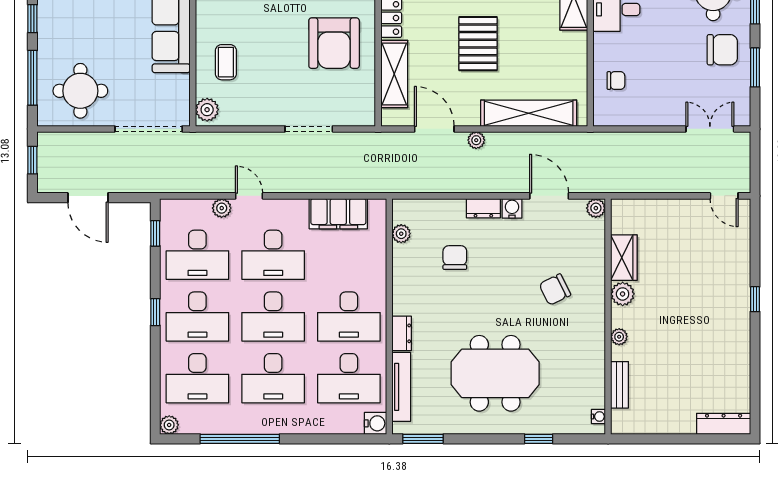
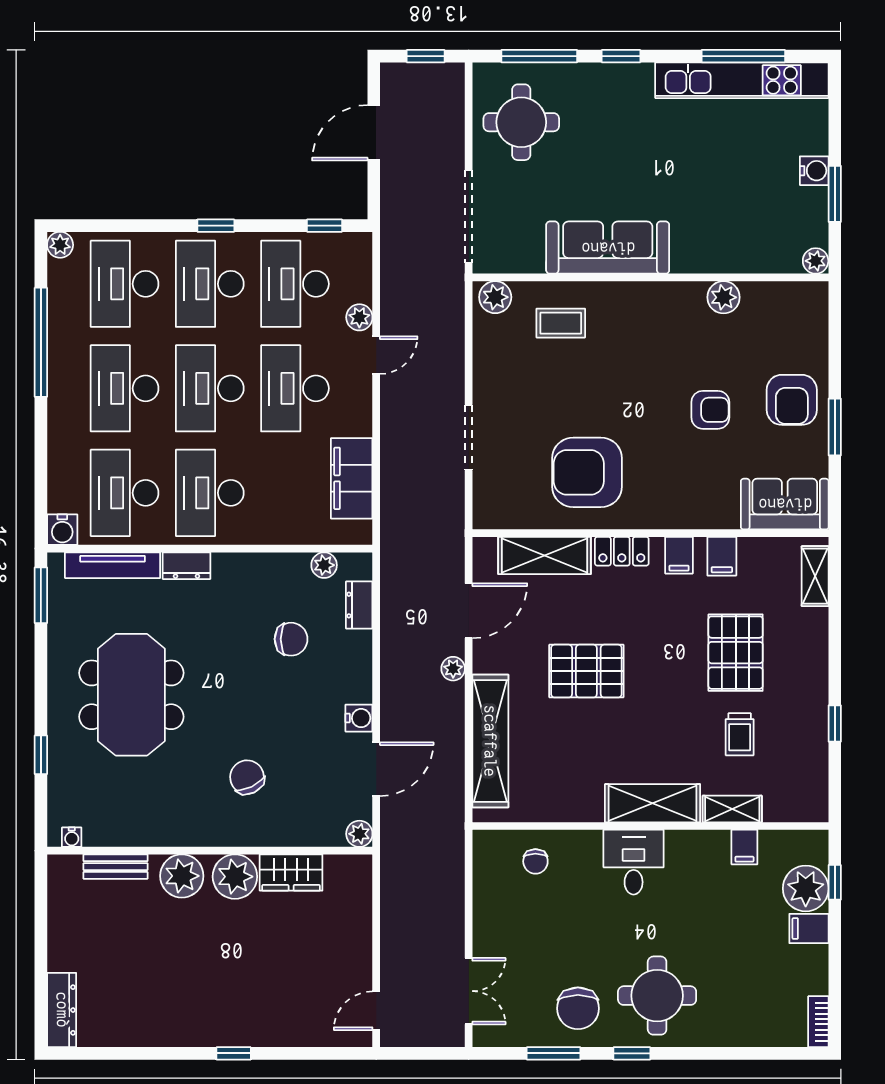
dresser: (483, 208) -> (359, 605), moved
plant: (623, 294) -> (235, 877), width x1.36, depth x1.36
plant: (619, 337) -> (182, 876), width x1.87, depth x1.87

